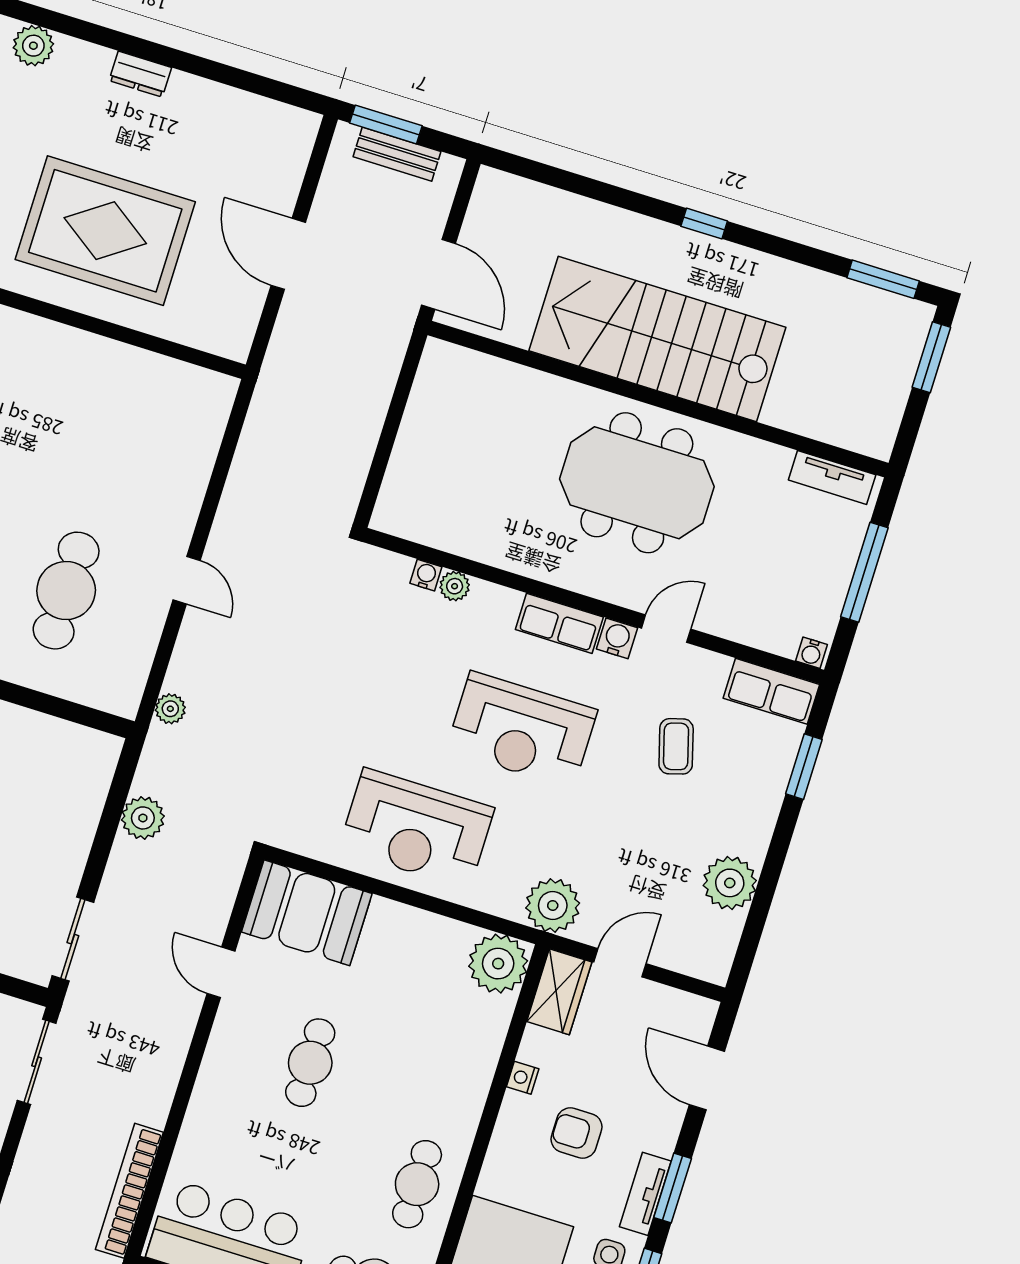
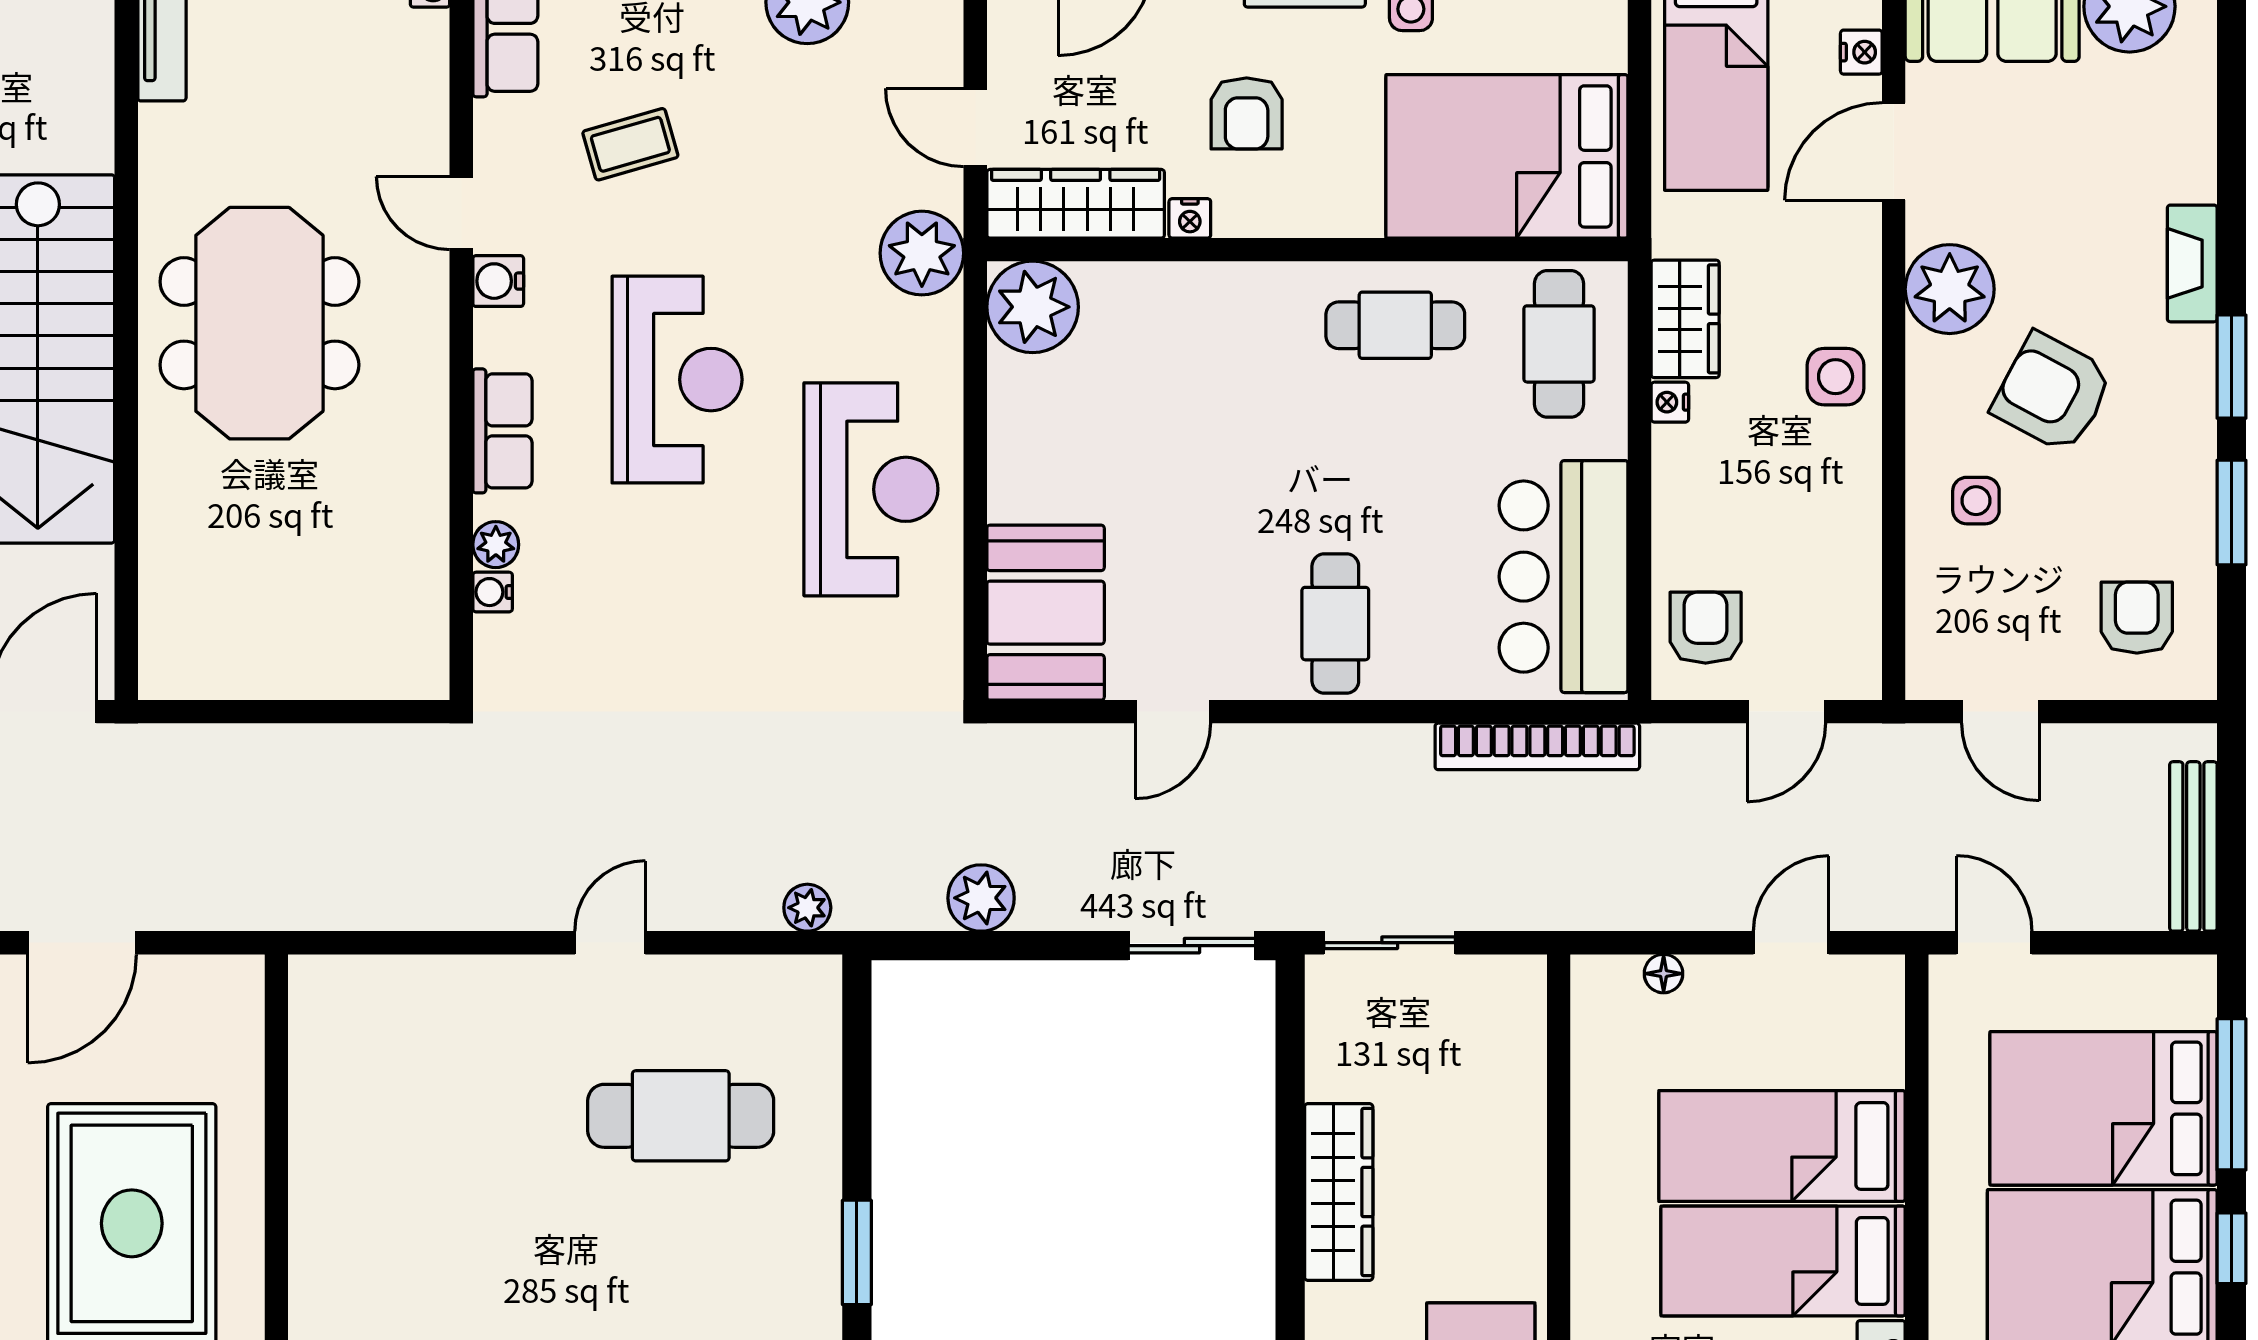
row of seats: (559, 623) -> (502, 431), moved
wardrobe: (559, 992) -> (1076, 204), width x1.50
cafe table: (310, 1063) -> (1335, 624), moved, turned 90

